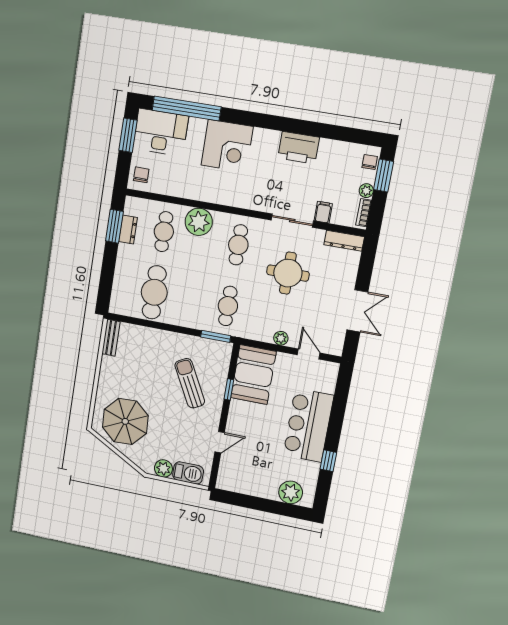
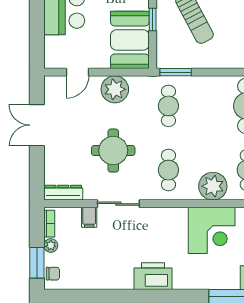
corner desk: (227, 146) -> (212, 230), moved, turned 180
printer: (299, 148) -> (153, 276), moved
chair: (370, 162) -> (53, 274), turned -90
plant: (281, 338) -> (115, 89), width x1.88, depth x1.88
door: (309, 354) -> (78, 72), hinge flipped

